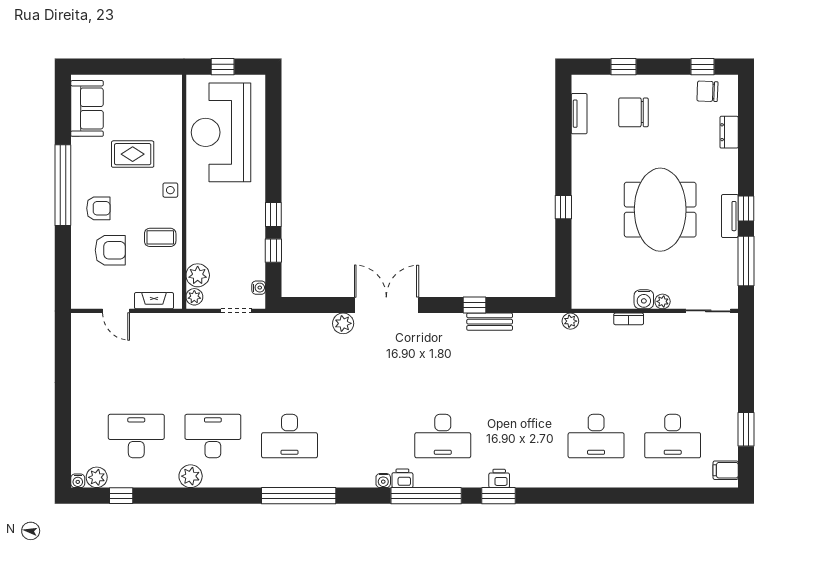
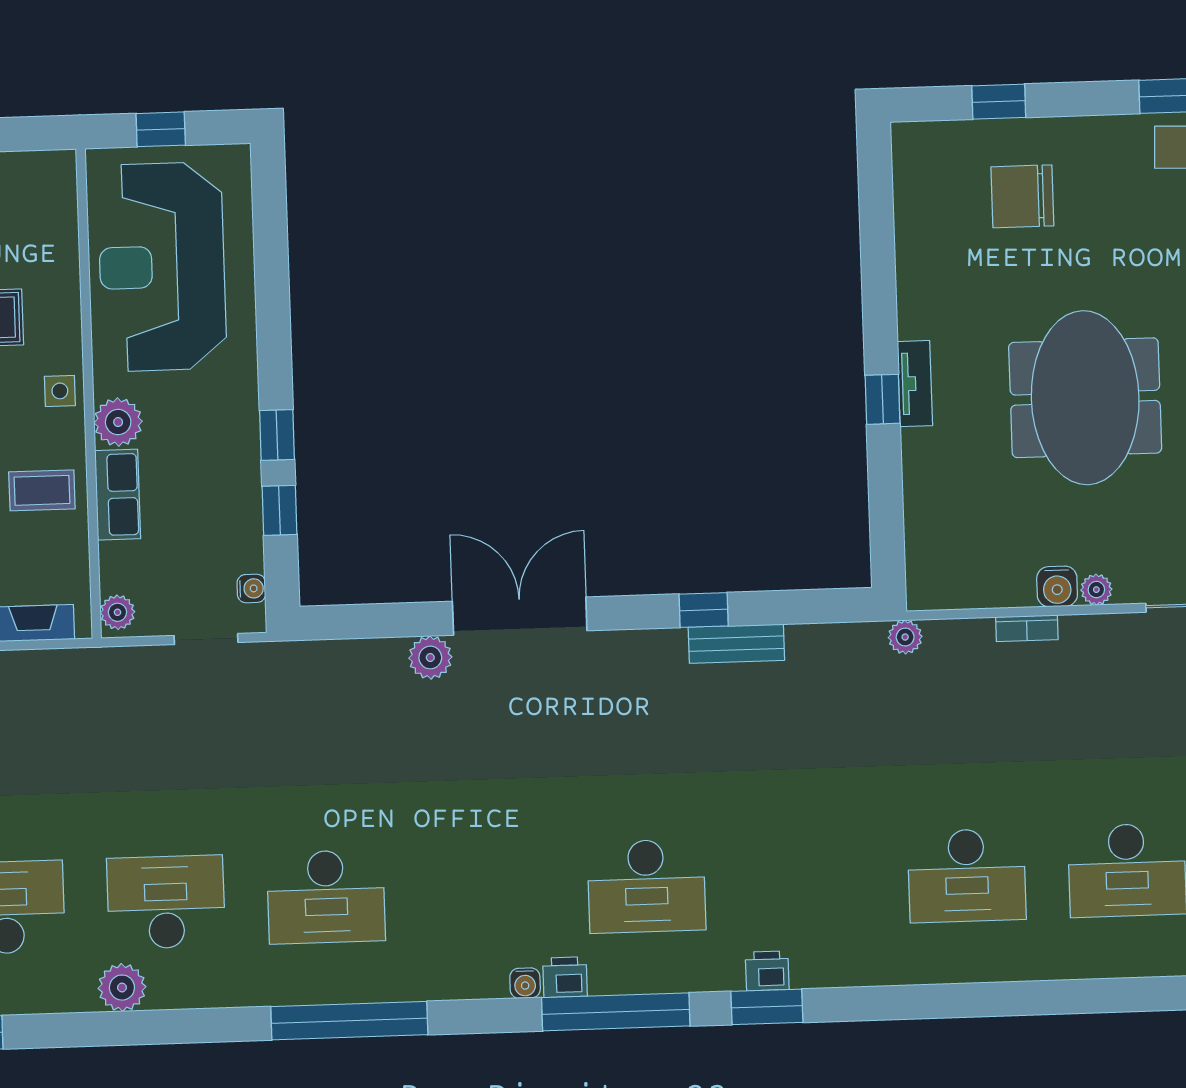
tv unit: (579, 114) -> (915, 384), moved
row of seats: (196, 241) -> (118, 495), added
plant: (198, 275) -> (118, 422), moved

